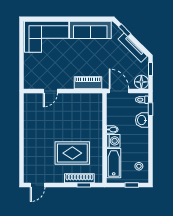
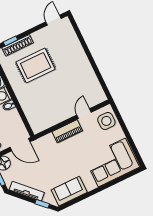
sofa: (90, 30) -> (69, 191), width x0.73
side table: (34, 75) -> (106, 121), added
piano: (88, 83) -> (67, 131), moved

